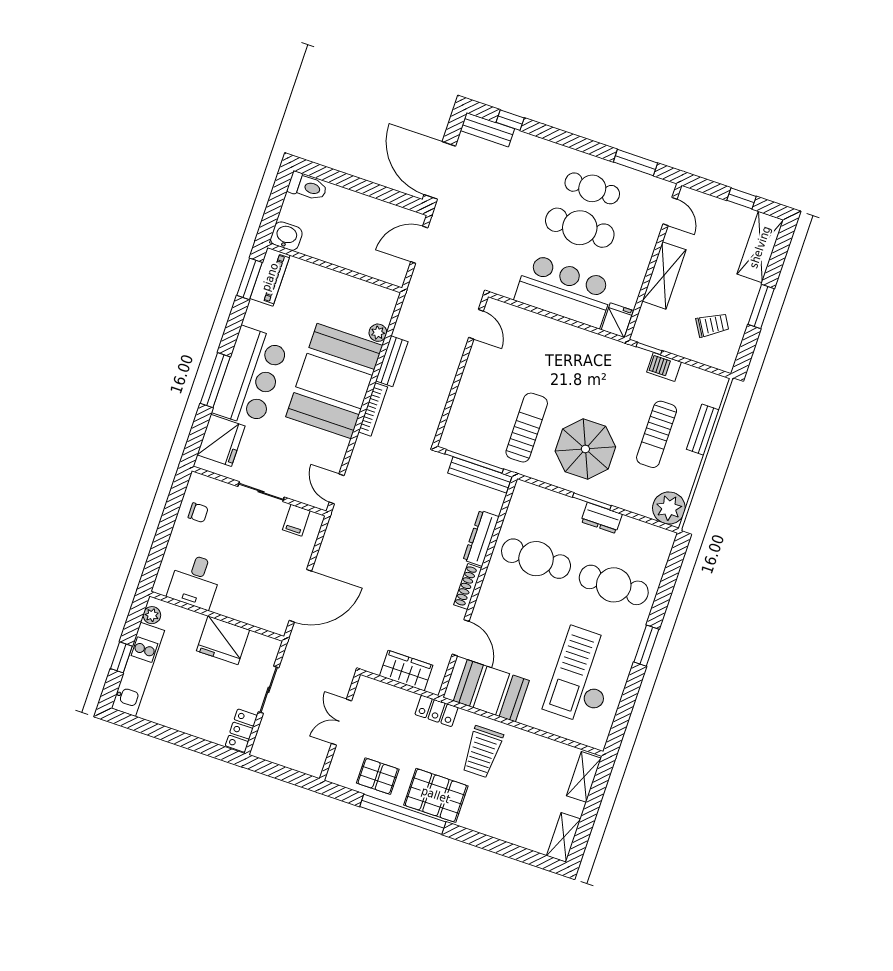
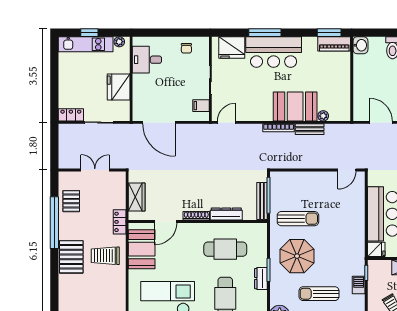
booth: (334, 381) -> (295, 107), width x0.73, depth x0.70
cafe table: (536, 559) -> (225, 249), turned 90
pallet: (436, 795) -> (71, 257), moved

